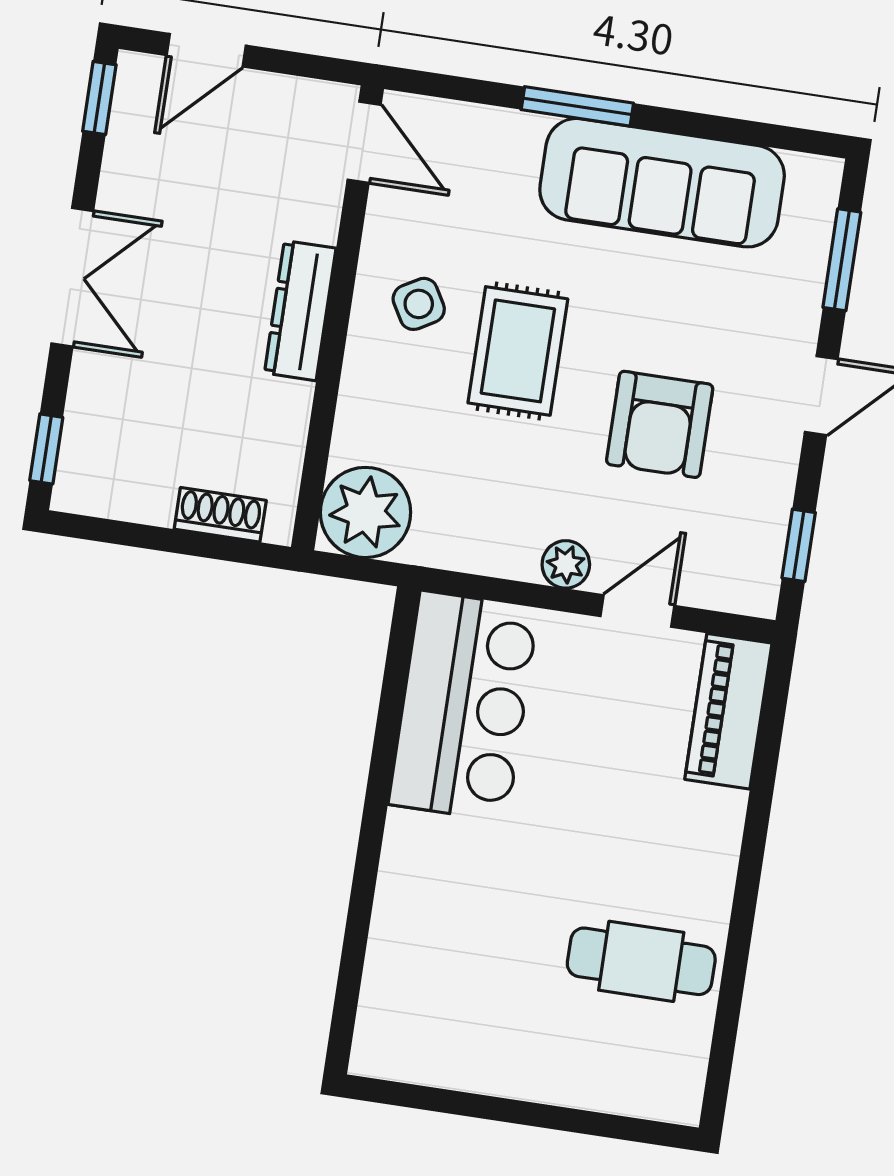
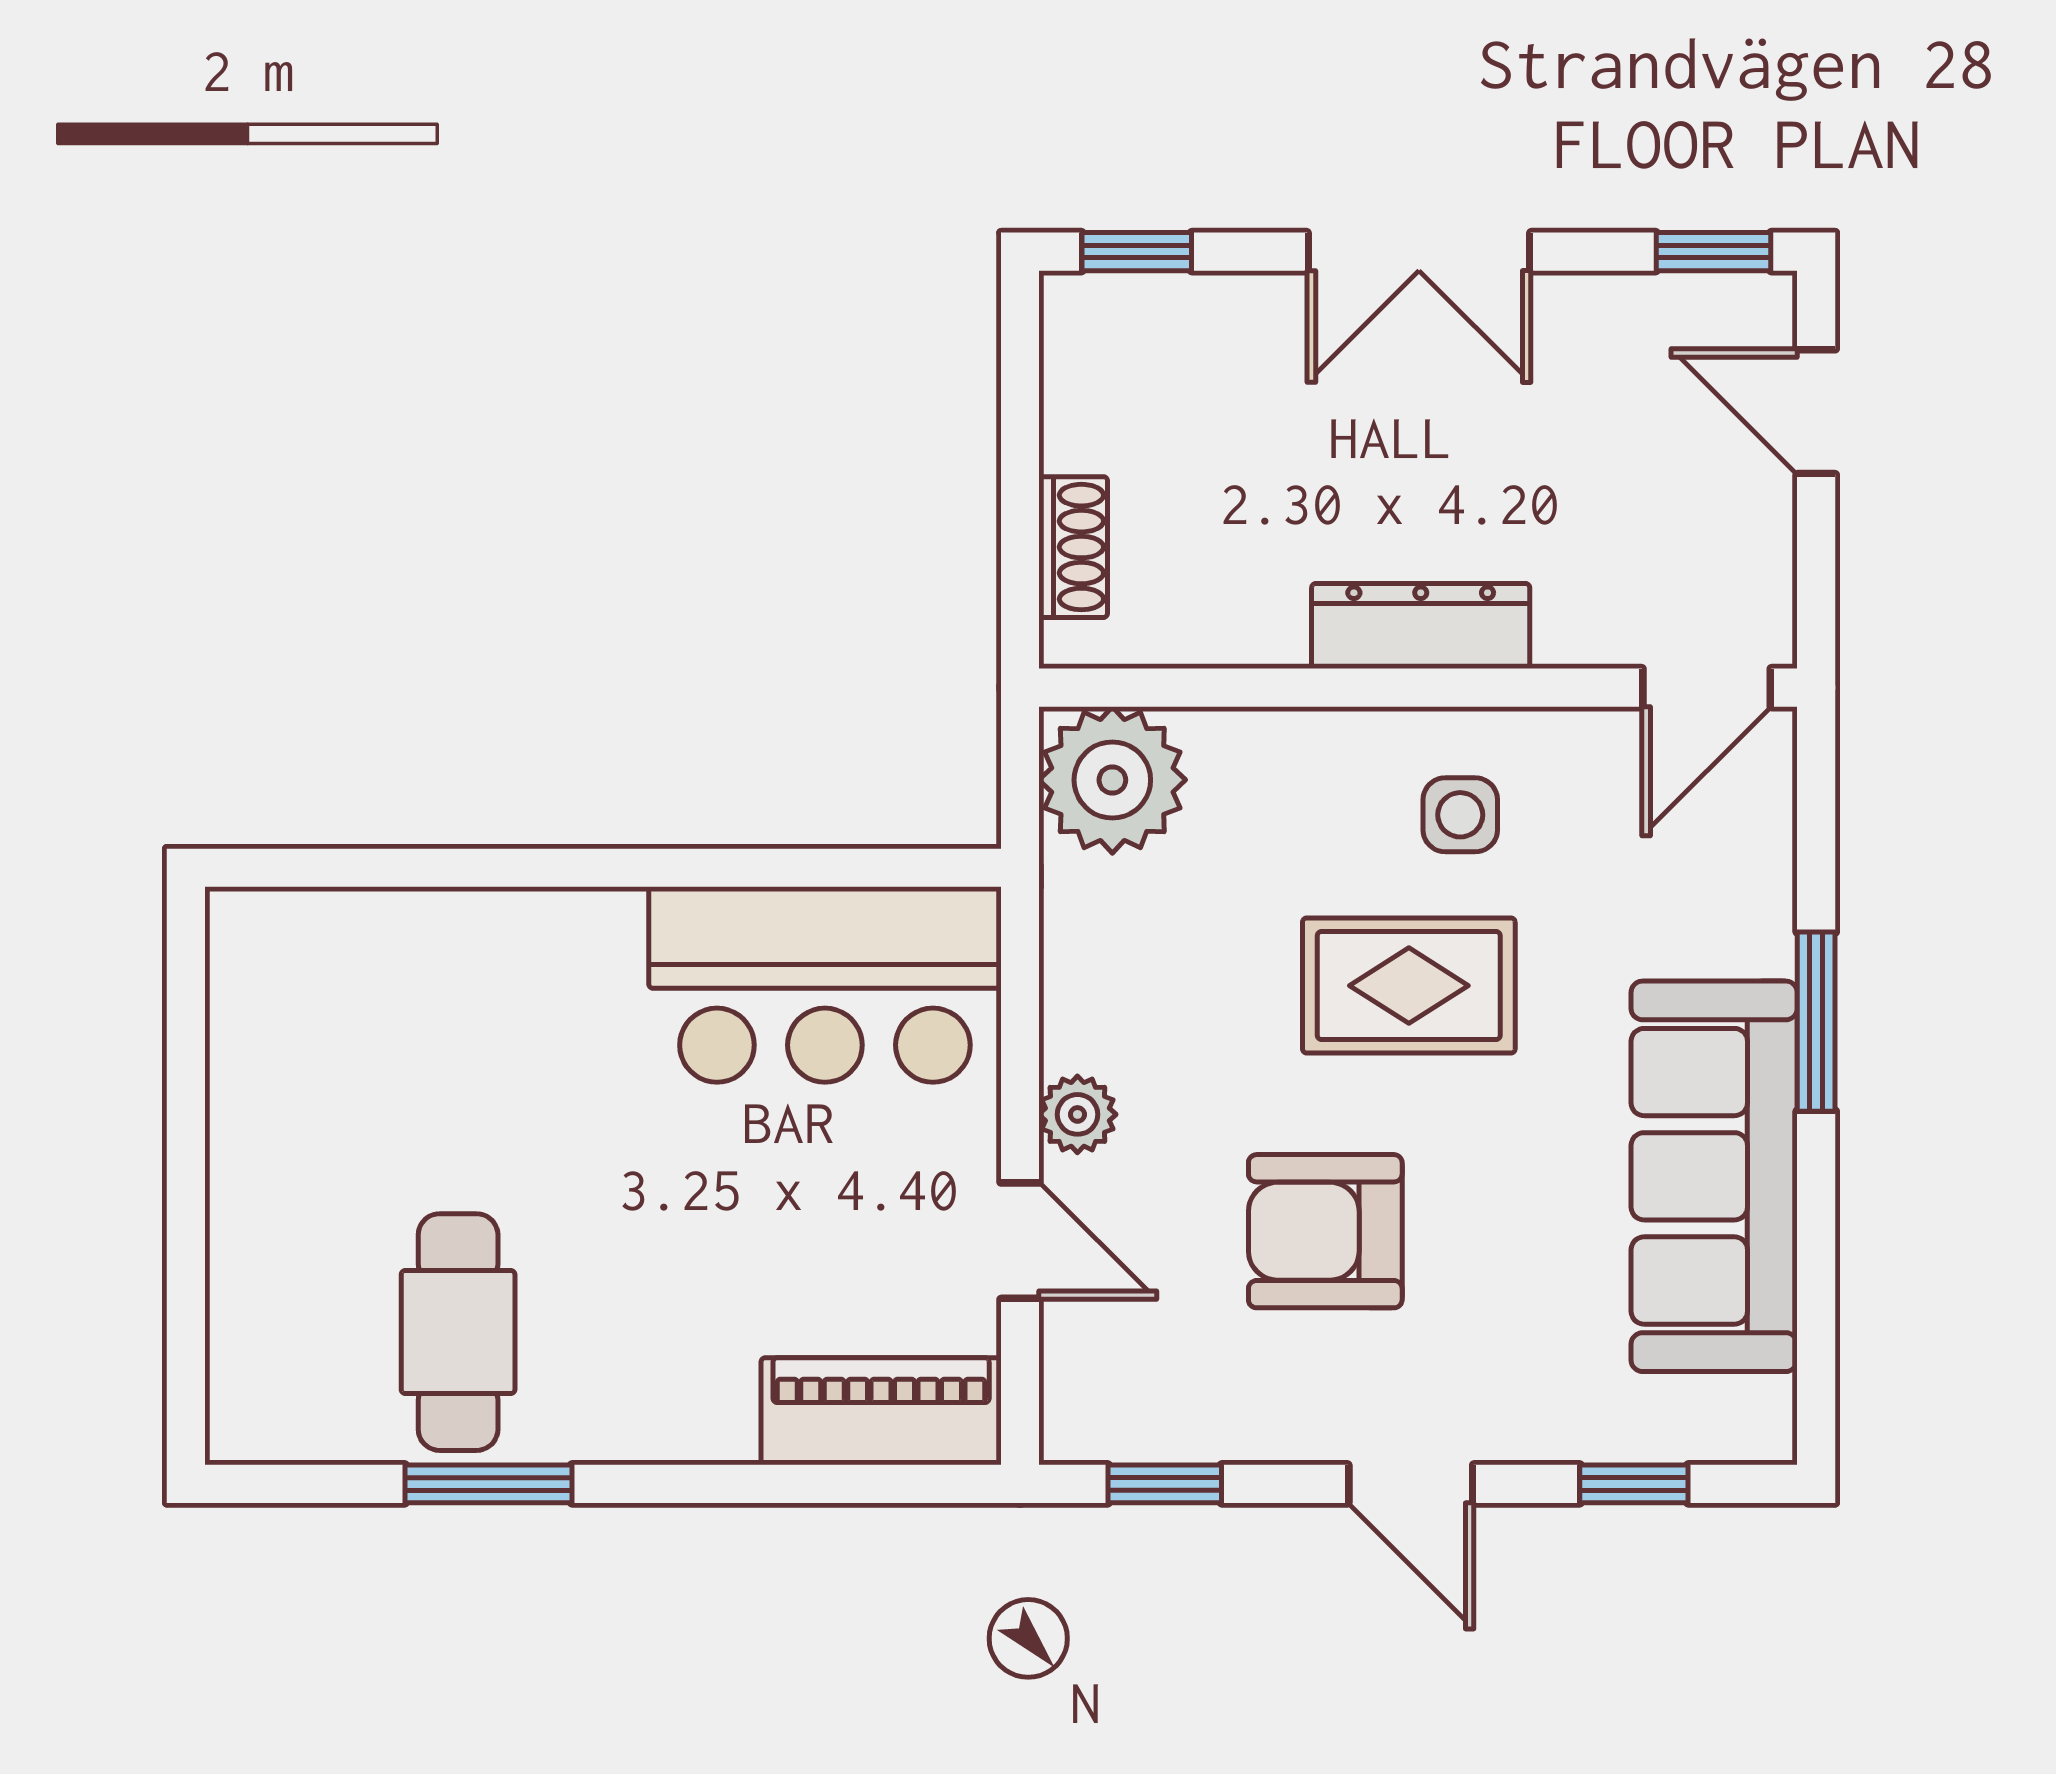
window: (842, 260) -> (1634, 1484), width x0.67
side table: (419, 304) -> (1460, 815), turned 30
window: (736, 957) -> (488, 1484), added

